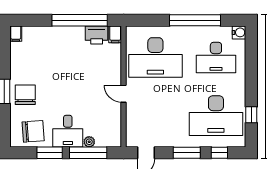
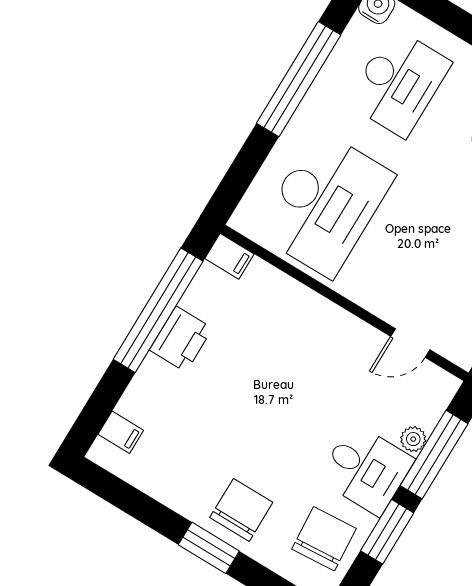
filing cabinet: (16, 34) -> (121, 432), moved
printer: (97, 35) -> (181, 339), moved
door: (124, 94) -> (410, 343), moved
chair: (25, 95) -> (241, 510), turned 90

